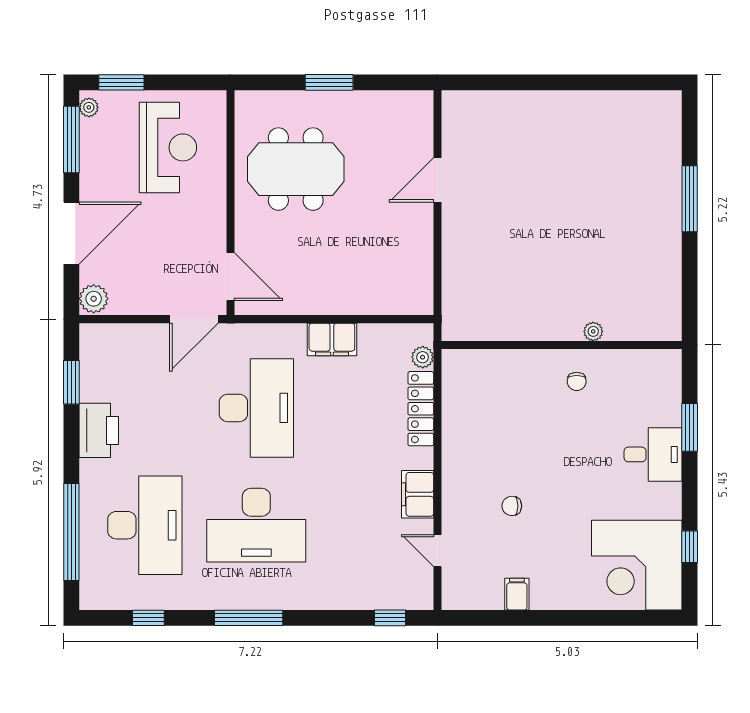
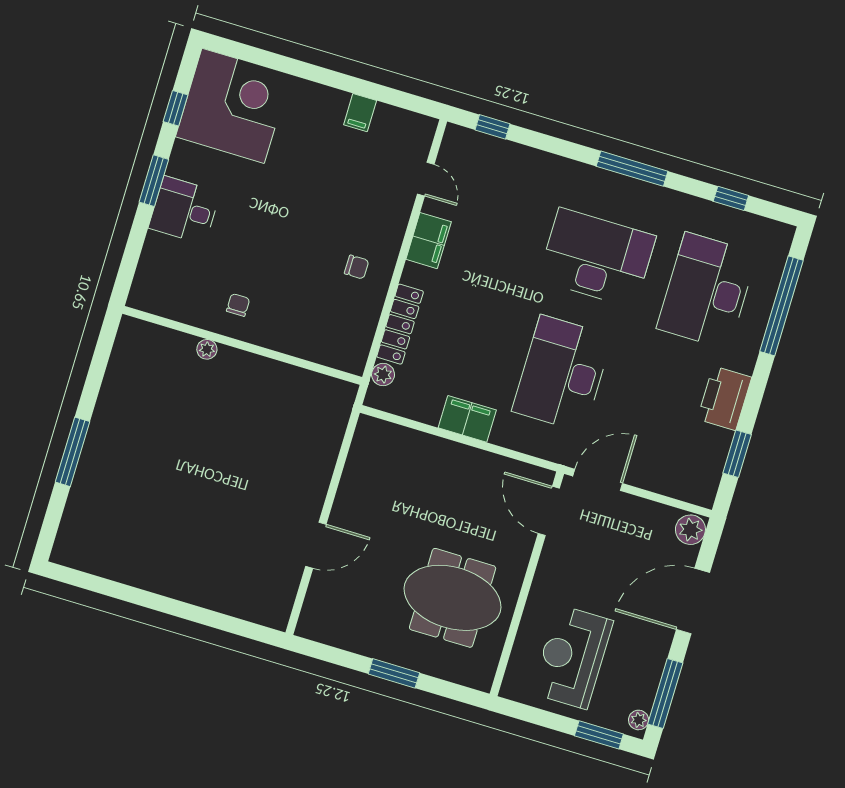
window: (690, 427) -> (154, 181), moved
chair: (512, 506) -> (357, 267), moved

